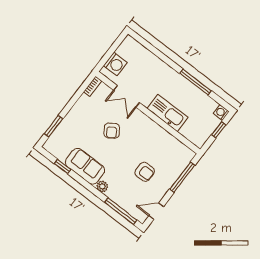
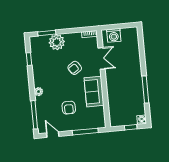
double door: (127, 96) -> (102, 58), swing flipped
kitchen sink: (167, 113) -> (114, 90), removed
plant: (71, 125) -> (57, 42), added
sofa: (85, 166) -> (94, 92), moved, turned 180

